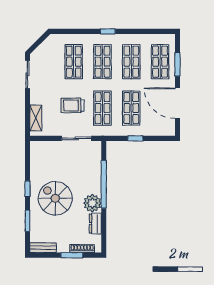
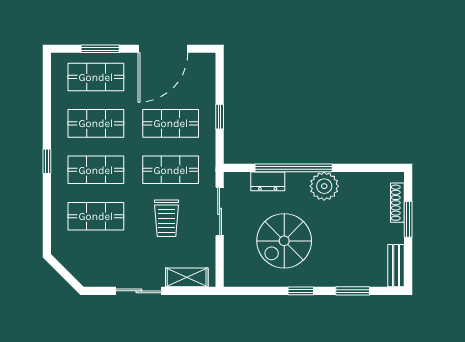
sliding door: (27, 74) -> (139, 291), moved
spiral stairs: (55, 198) -> (284, 241), moved
dresser: (95, 224) -> (268, 181), moved

